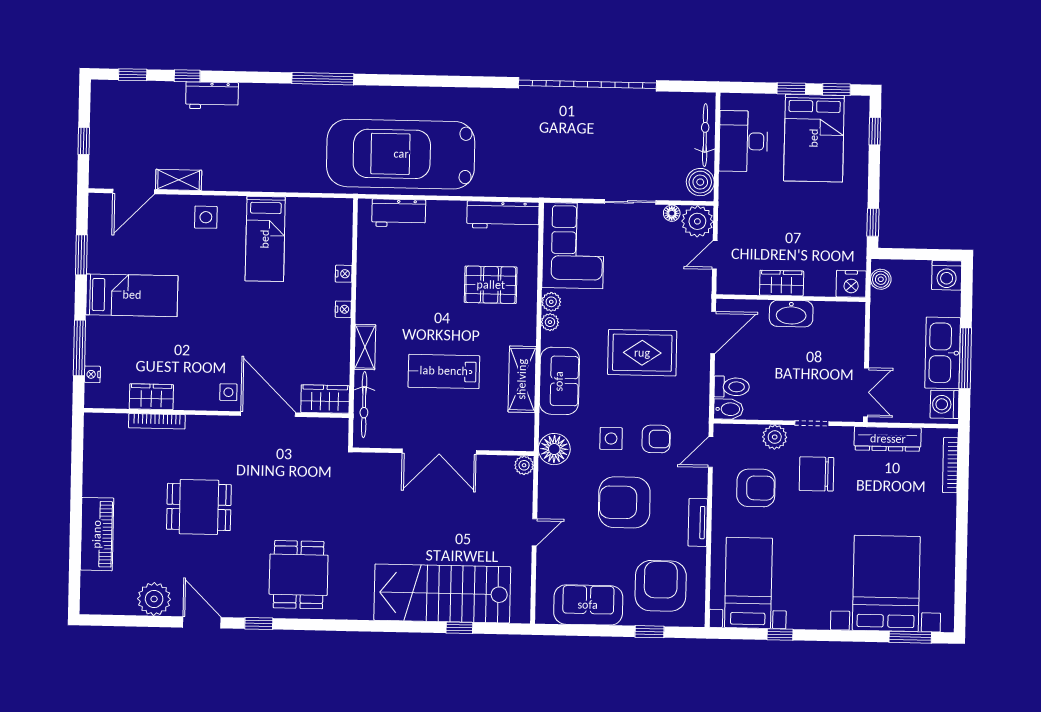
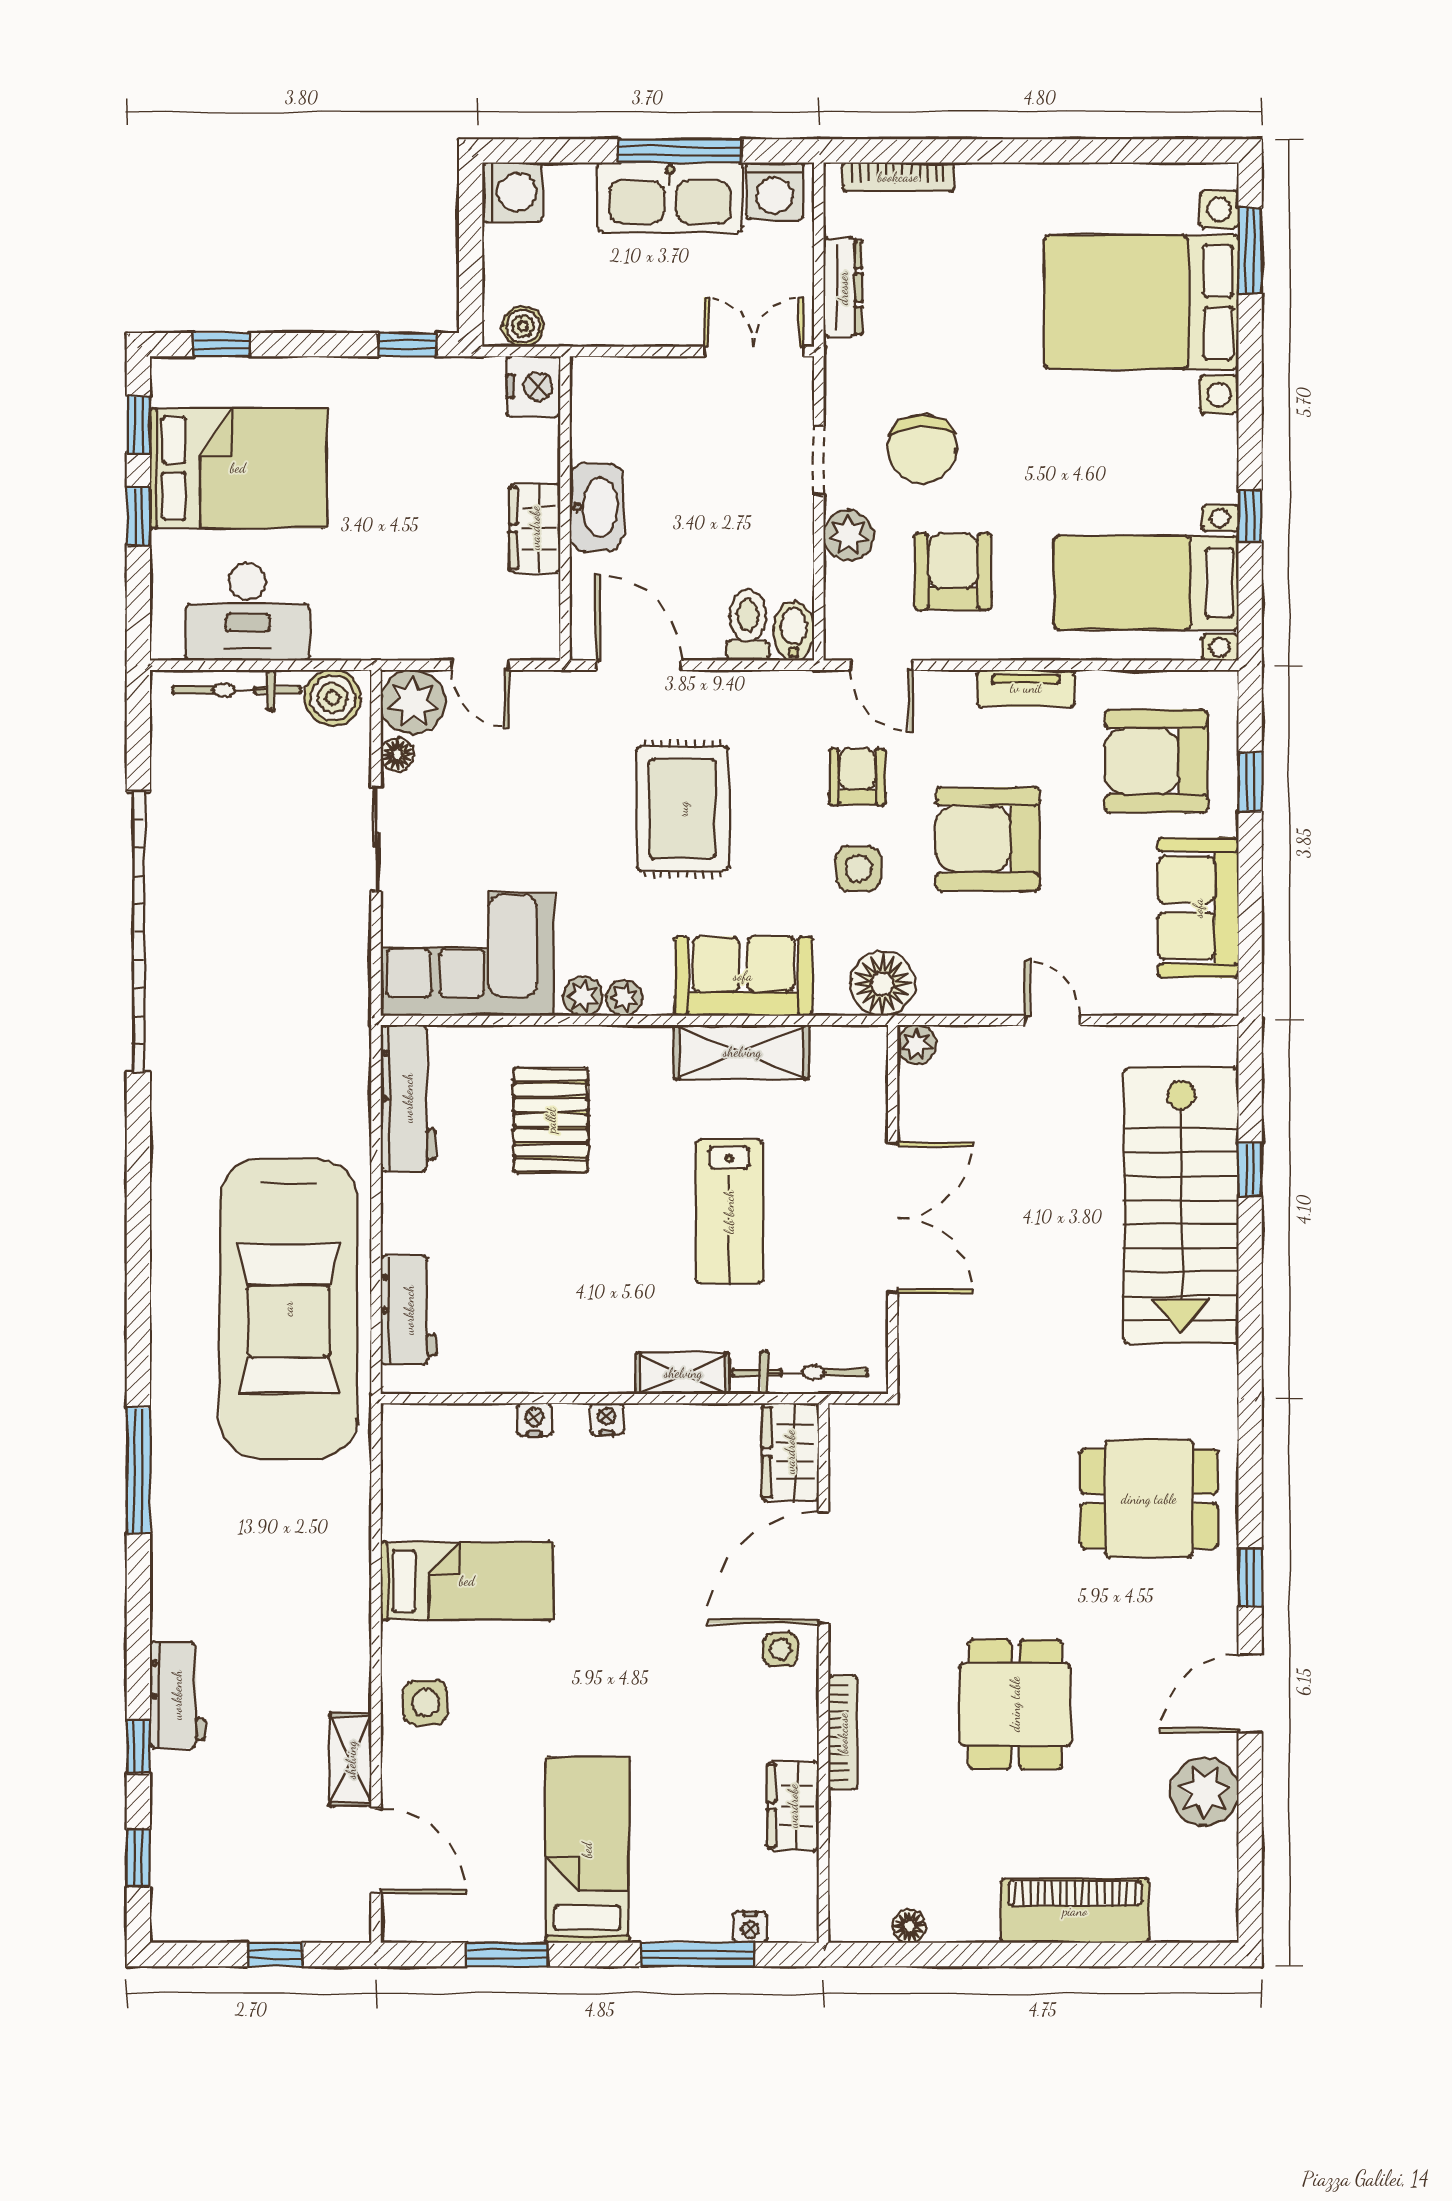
bookcase: (157, 421) -> (843, 1733), moved
dresser: (888, 439) -> (843, 288), width x0.73, depth x0.80
floor lamp: (91, 453) -> (910, 1926), added
armchair: (624, 502) -> (988, 839), turned 90

